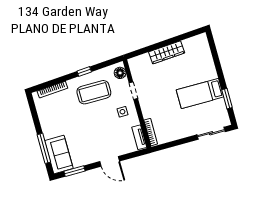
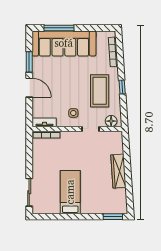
window: (227, 99) -> (113, 217), moved
sofa: (59, 155) -> (64, 43), width x1.85, depth x1.27
door: (110, 161) -> (29, 88), swing flipped
window: (75, 171) -> (29, 62), moved

